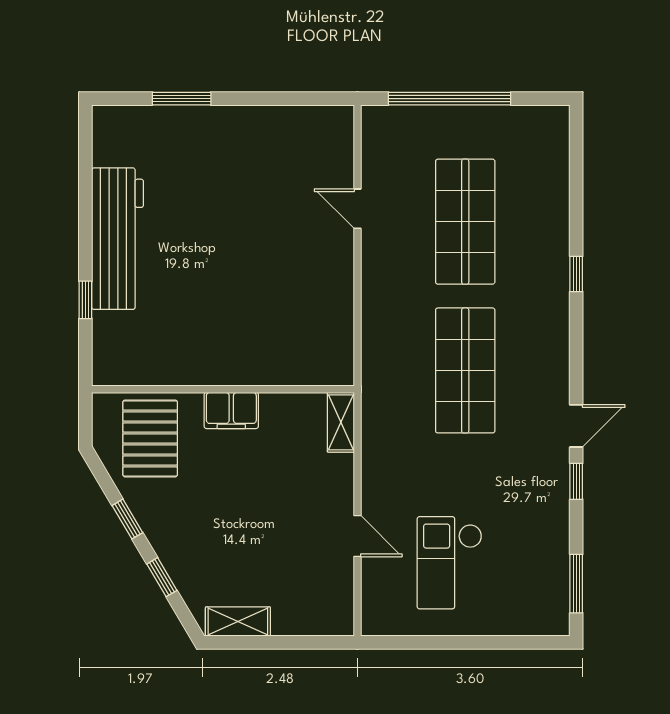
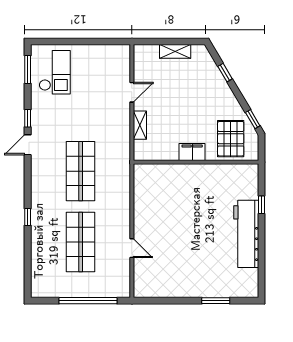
shelving: (341, 422) -> (140, 125), moved
window: (127, 519) -> (253, 119), moved
door: (357, 536) -> (132, 92), swing flipped
checkout: (450, 563) -> (55, 72), moved
shelving: (238, 622) -> (175, 51), moved

